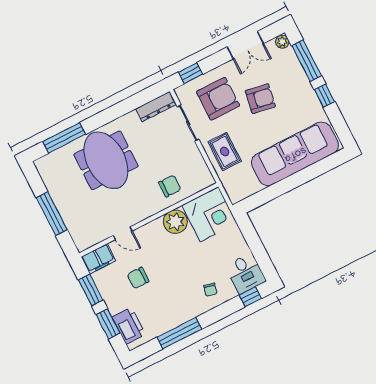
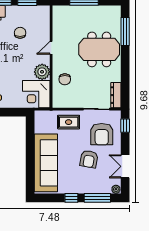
door: (123, 233) -> (51, 48), moved
filing cabinet: (98, 259) -> (43, 15), removed

